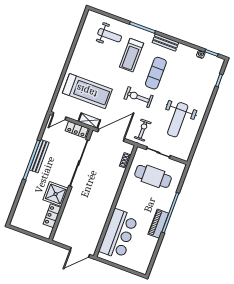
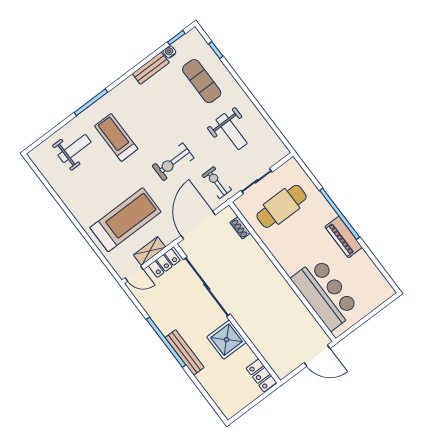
bench: (165, 42) -> (151, 68), moved
treadmill: (131, 55) -> (116, 137), turned 180
exercise mat: (156, 73) -> (202, 81), moved
door: (59, 116) -> (134, 274), hinge flipped
weight bench: (178, 120) -> (232, 132), width x0.73, depth x0.75
shelving: (89, 121) -> (150, 251), moved
bench: (39, 156) -> (185, 353), moved
locker: (52, 216) -> (261, 375), moved
door: (80, 252) -> (317, 356), hinge flipped

